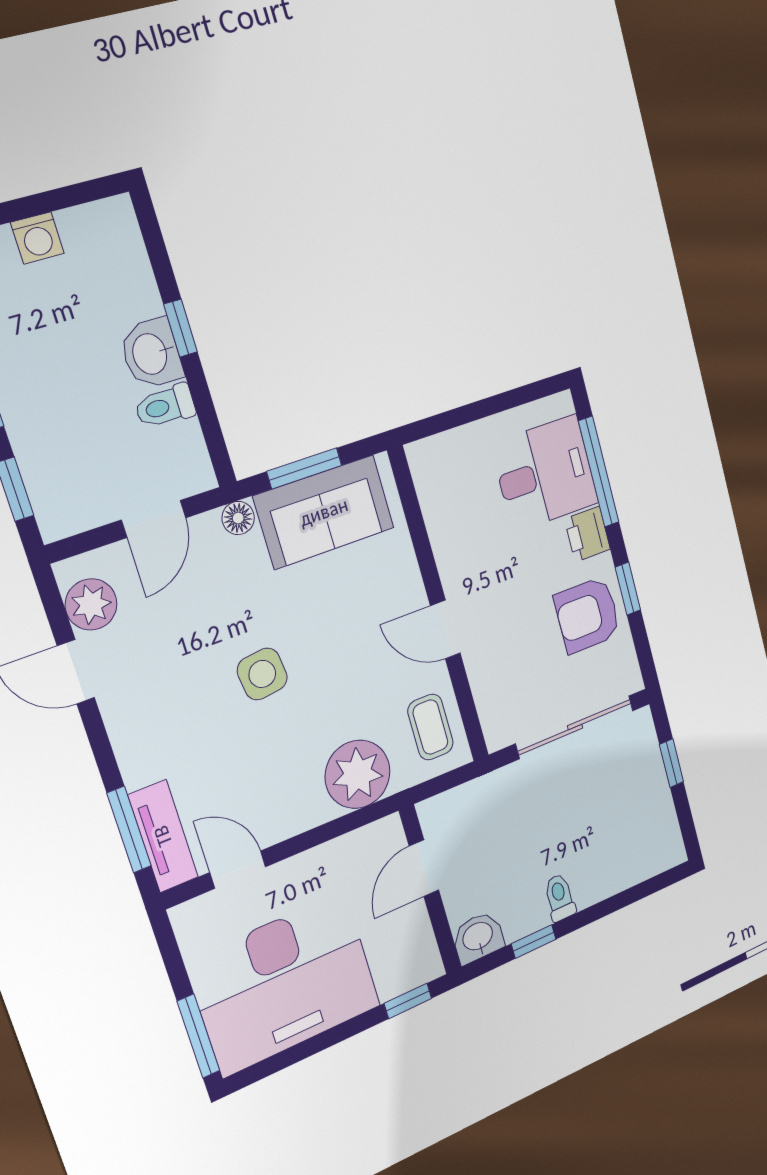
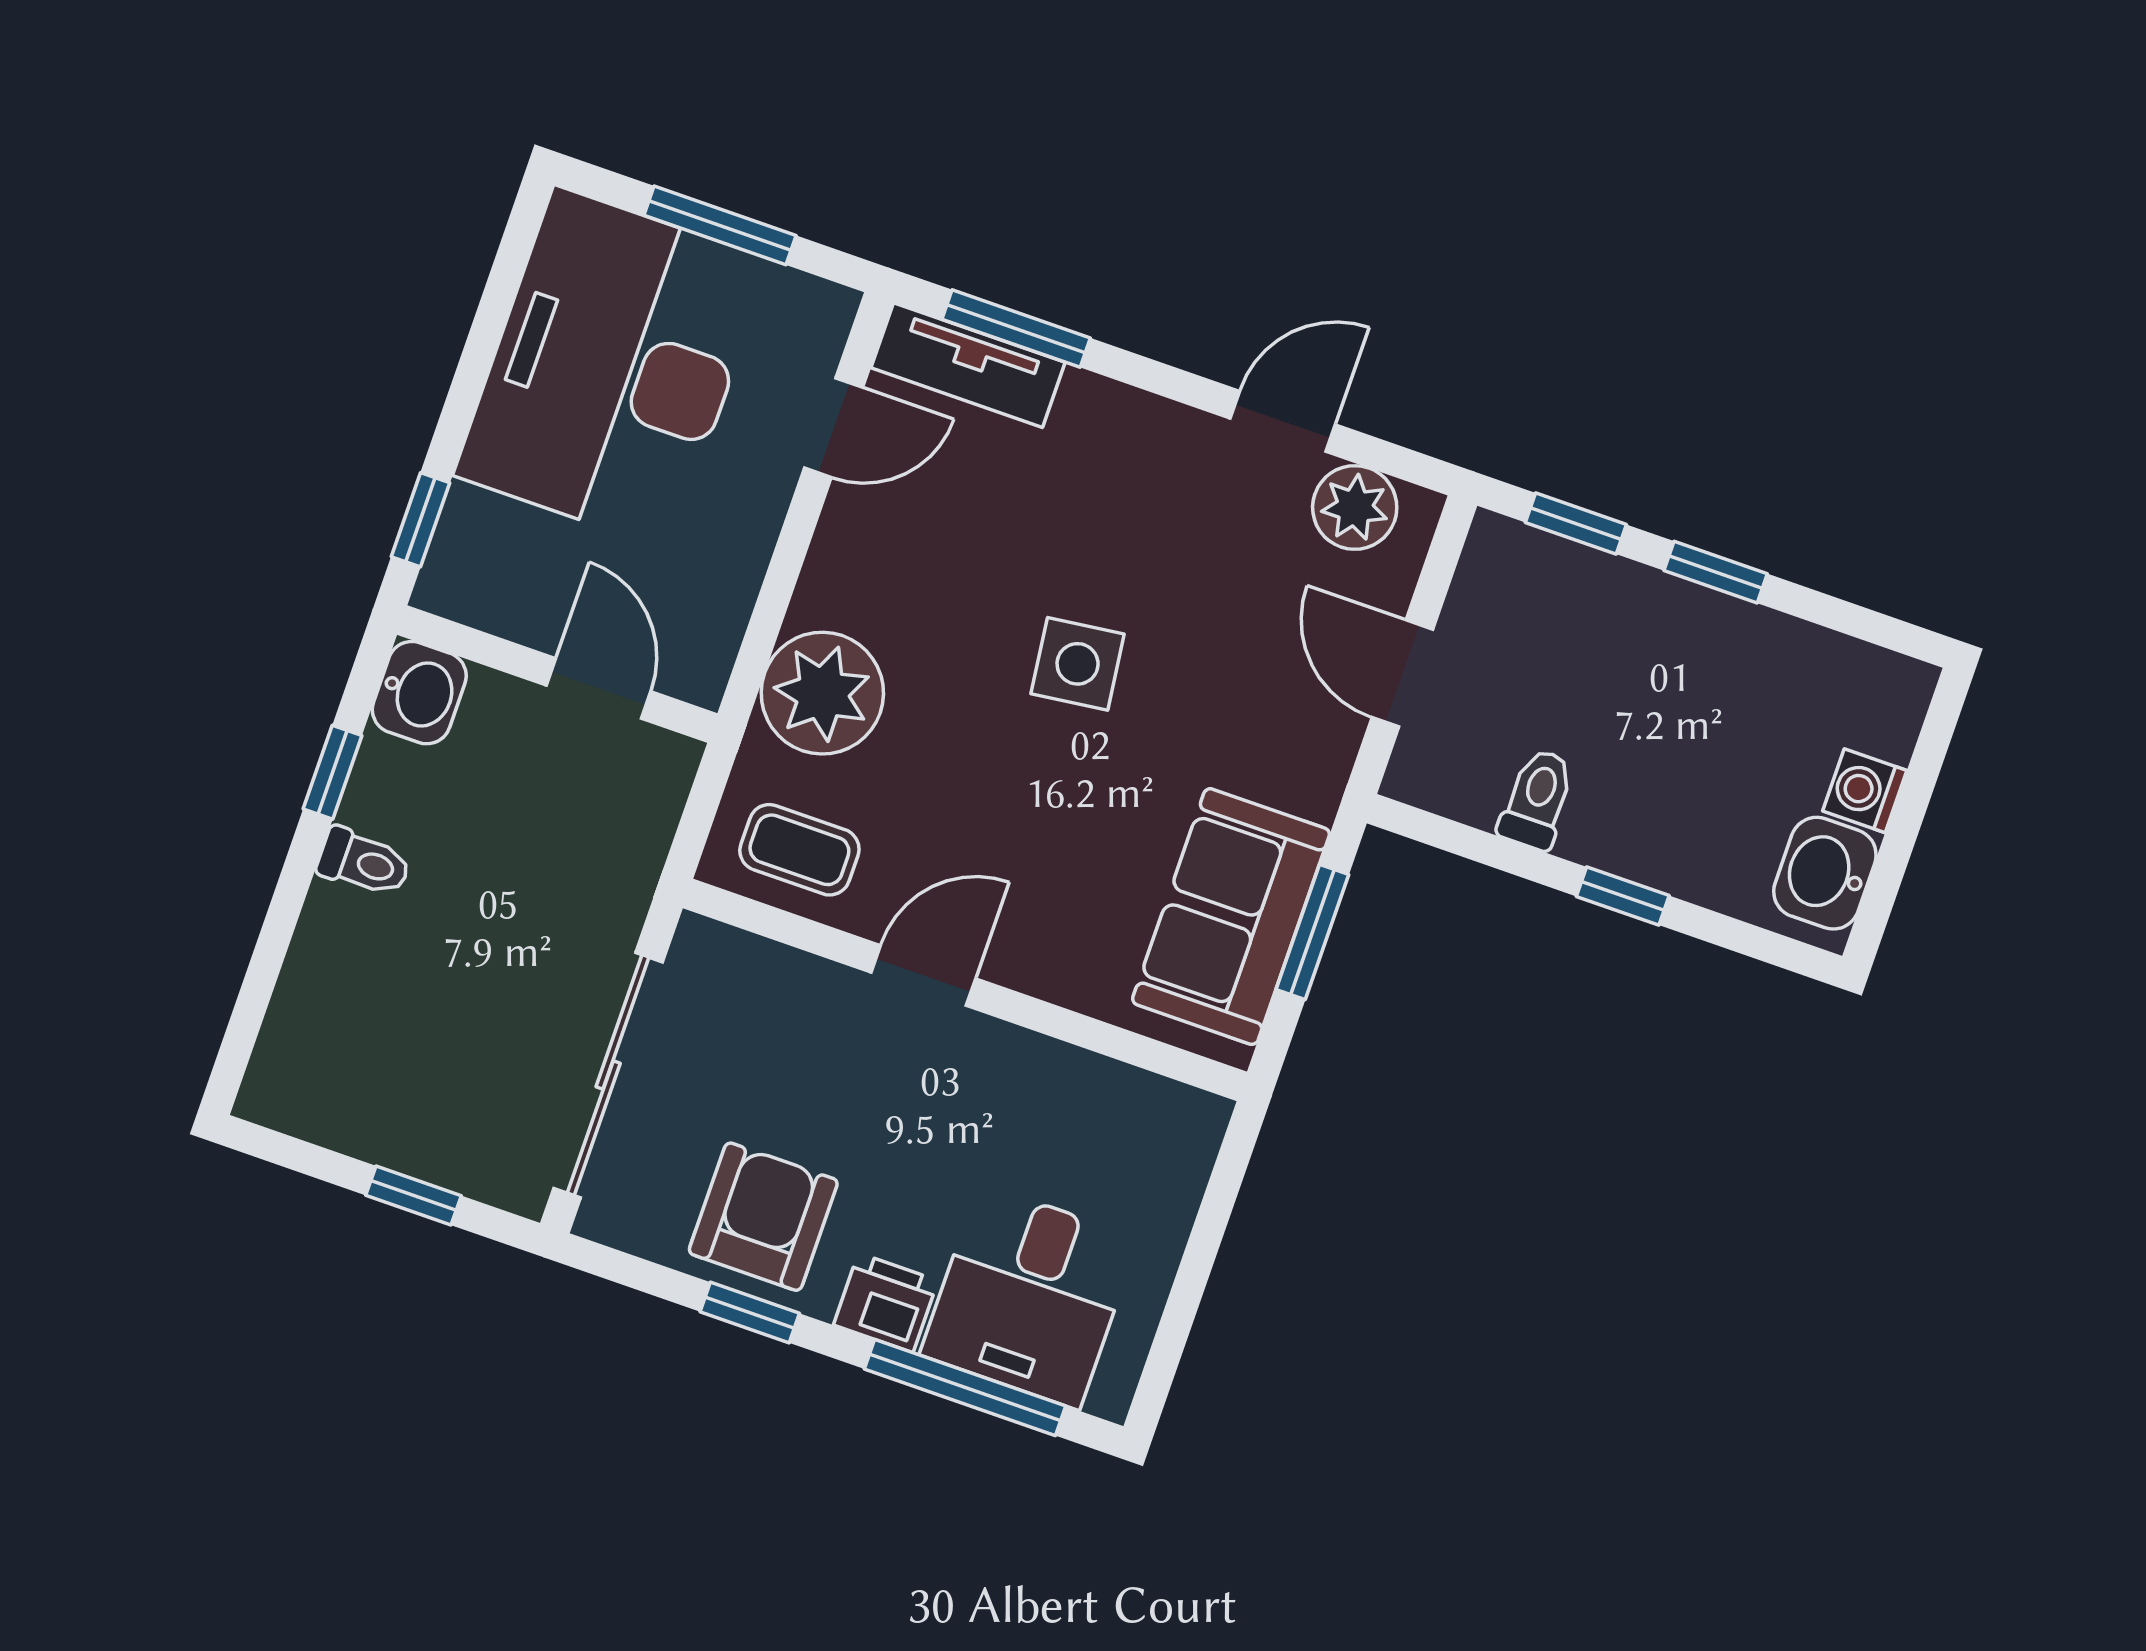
washbasin: (151, 354) -> (1825, 873), moved, turned -90
floor lamp: (238, 518) -> (1316, 789), removed
window: (198, 1036) -> (720, 225), moved

